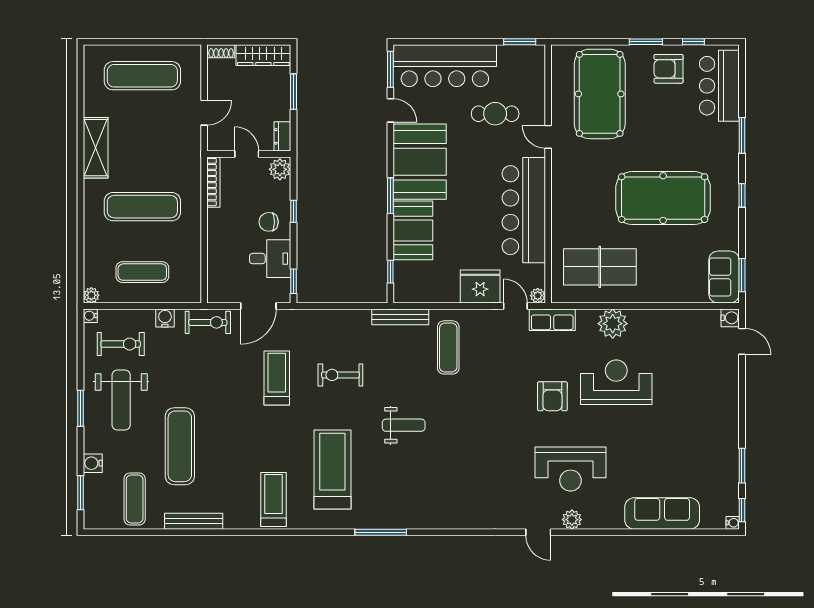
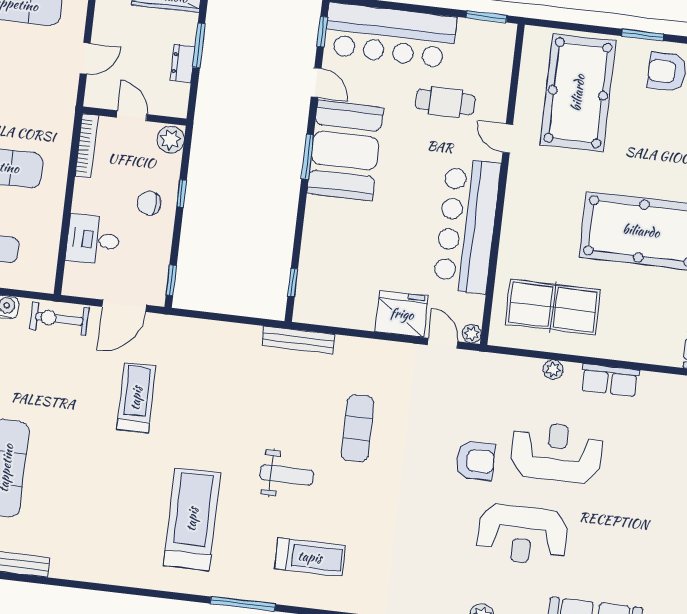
window: (390, 69) -> (322, 32), width x0.67
dresser: (282, 136) -> (183, 63), moved
window: (390, 196) -> (307, 157), moved
booth: (413, 230) -> (327, 235), removed
desk: (270, 259) -> (93, 240), moved, turned 180
row of seats: (552, 320) -> (610, 380), moved
exercise bike: (208, 322) -> (59, 319), turned 180
plant: (613, 324) -> (553, 370), width x0.53, depth x0.53
exercise mat: (448, 347) -> (358, 428), moved
exercise bike: (340, 375) -> (216, 403), removed
armchair: (552, 396) -> (475, 461), turned -90
reception desk: (570, 469) -> (522, 535), moved
treadmill: (274, 499) -> (310, 557), moved, turned 90

